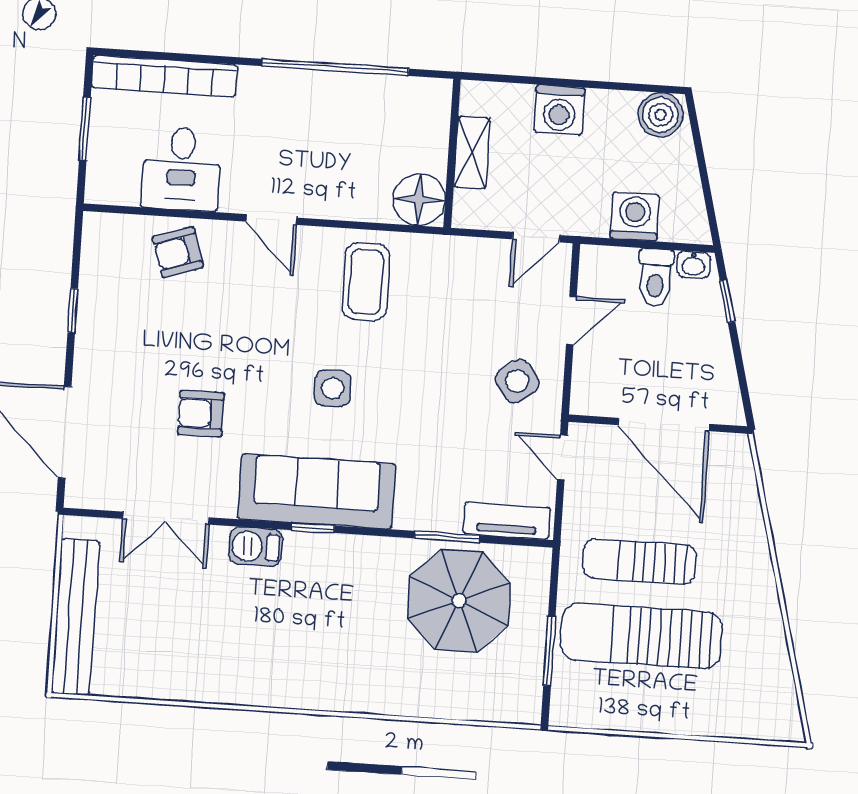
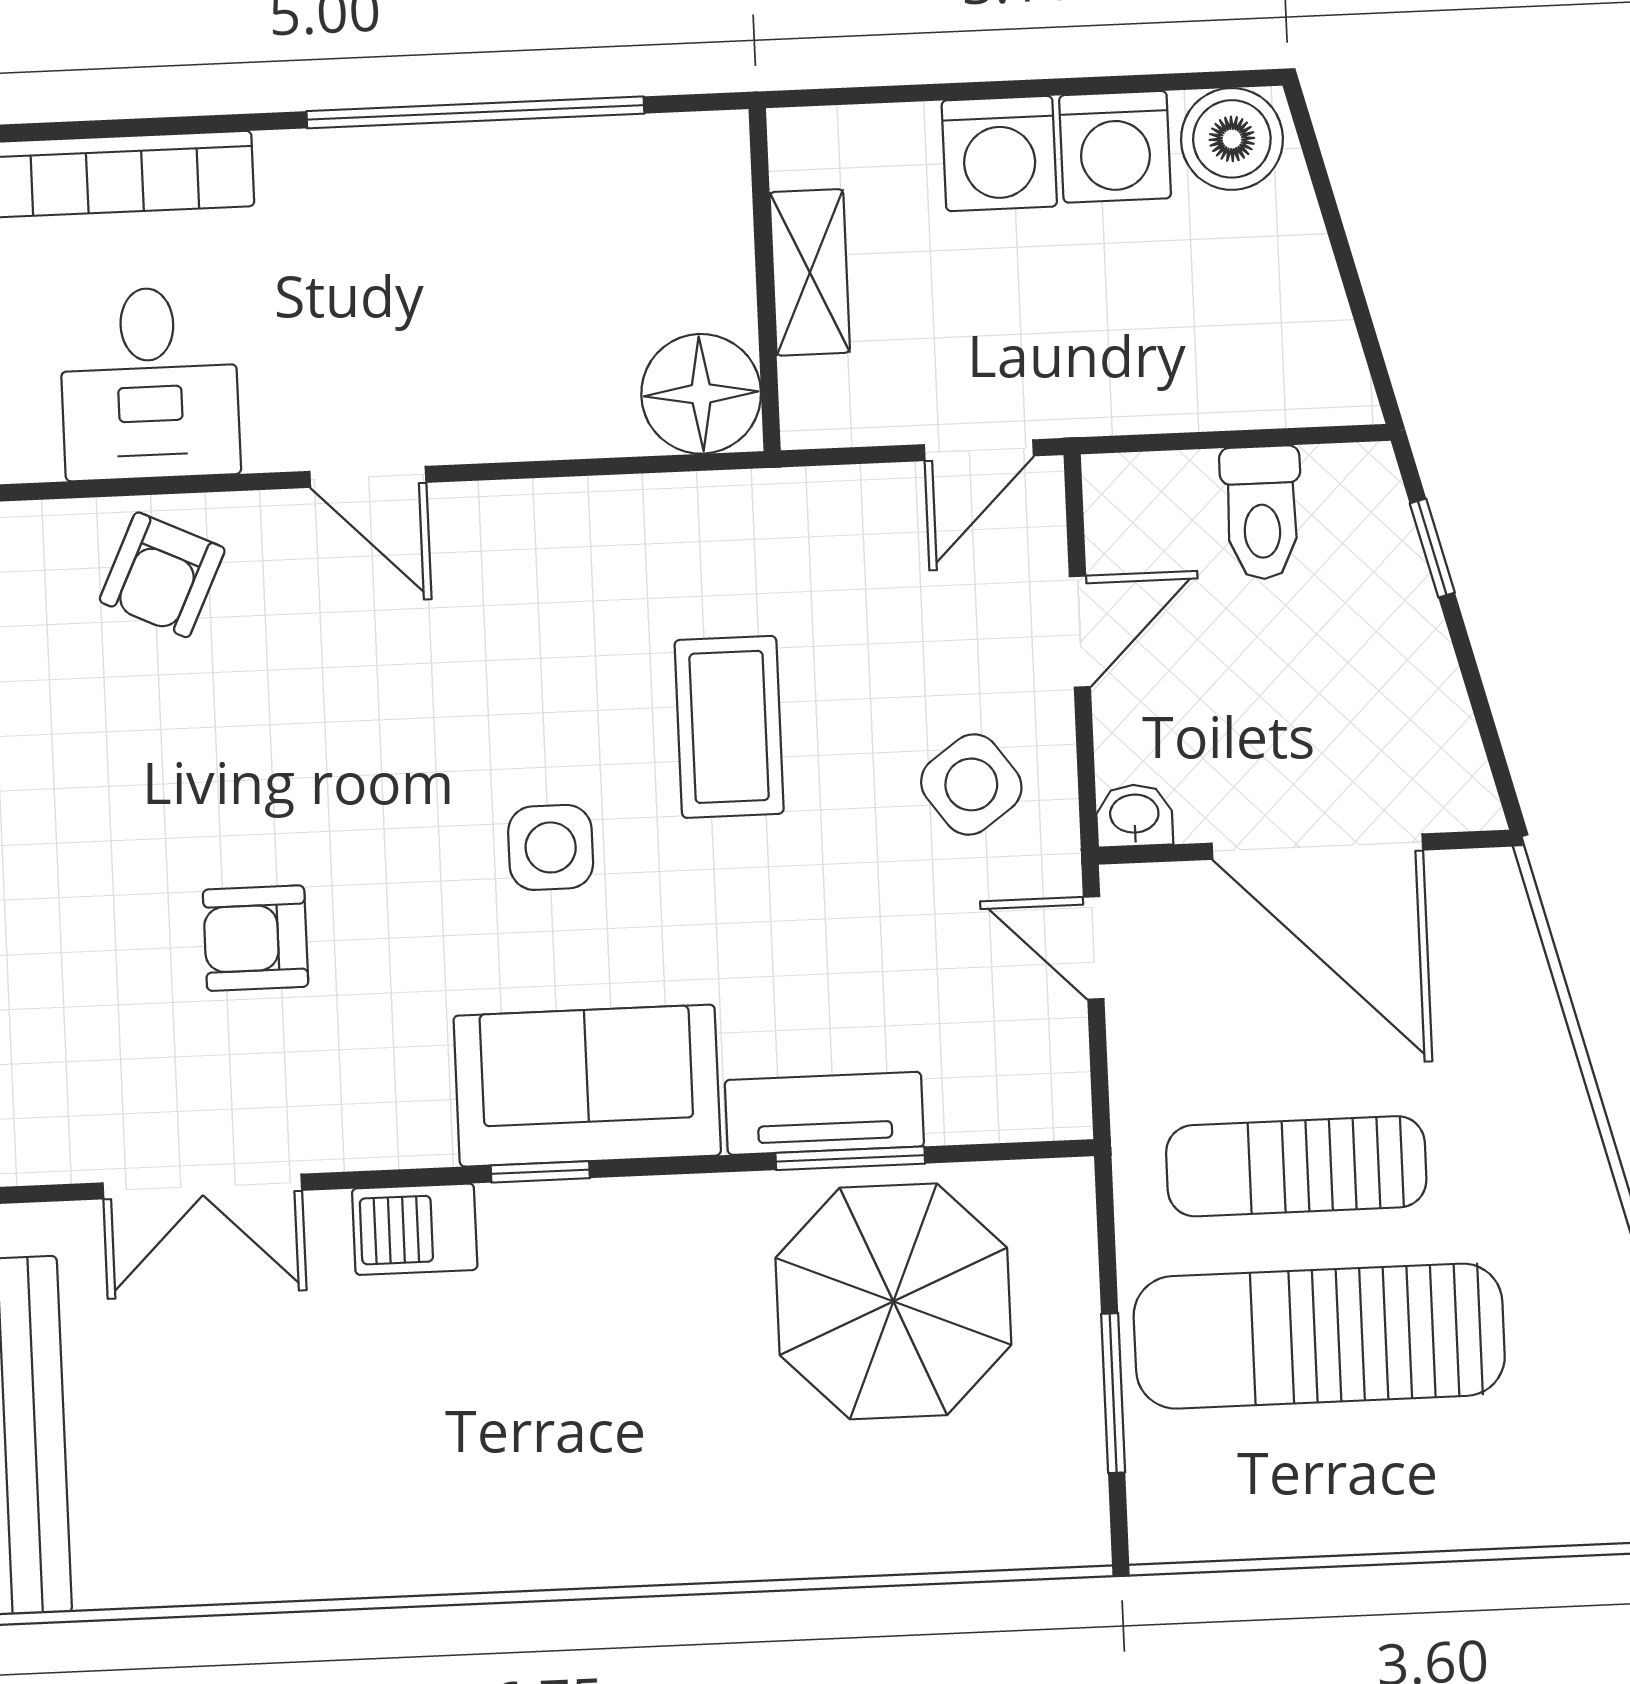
washing machine: (635, 217) -> (1115, 147), moved, turned 180
armchair: (178, 252) -> (162, 575), turned -47
washbasin: (693, 265) -> (1134, 815), moved, turned 180
coffee table: (366, 282) -> (729, 727), moved
sofa: (317, 492) -> (587, 1086), width x0.73
tv unit: (507, 521) -> (824, 1113), moved

